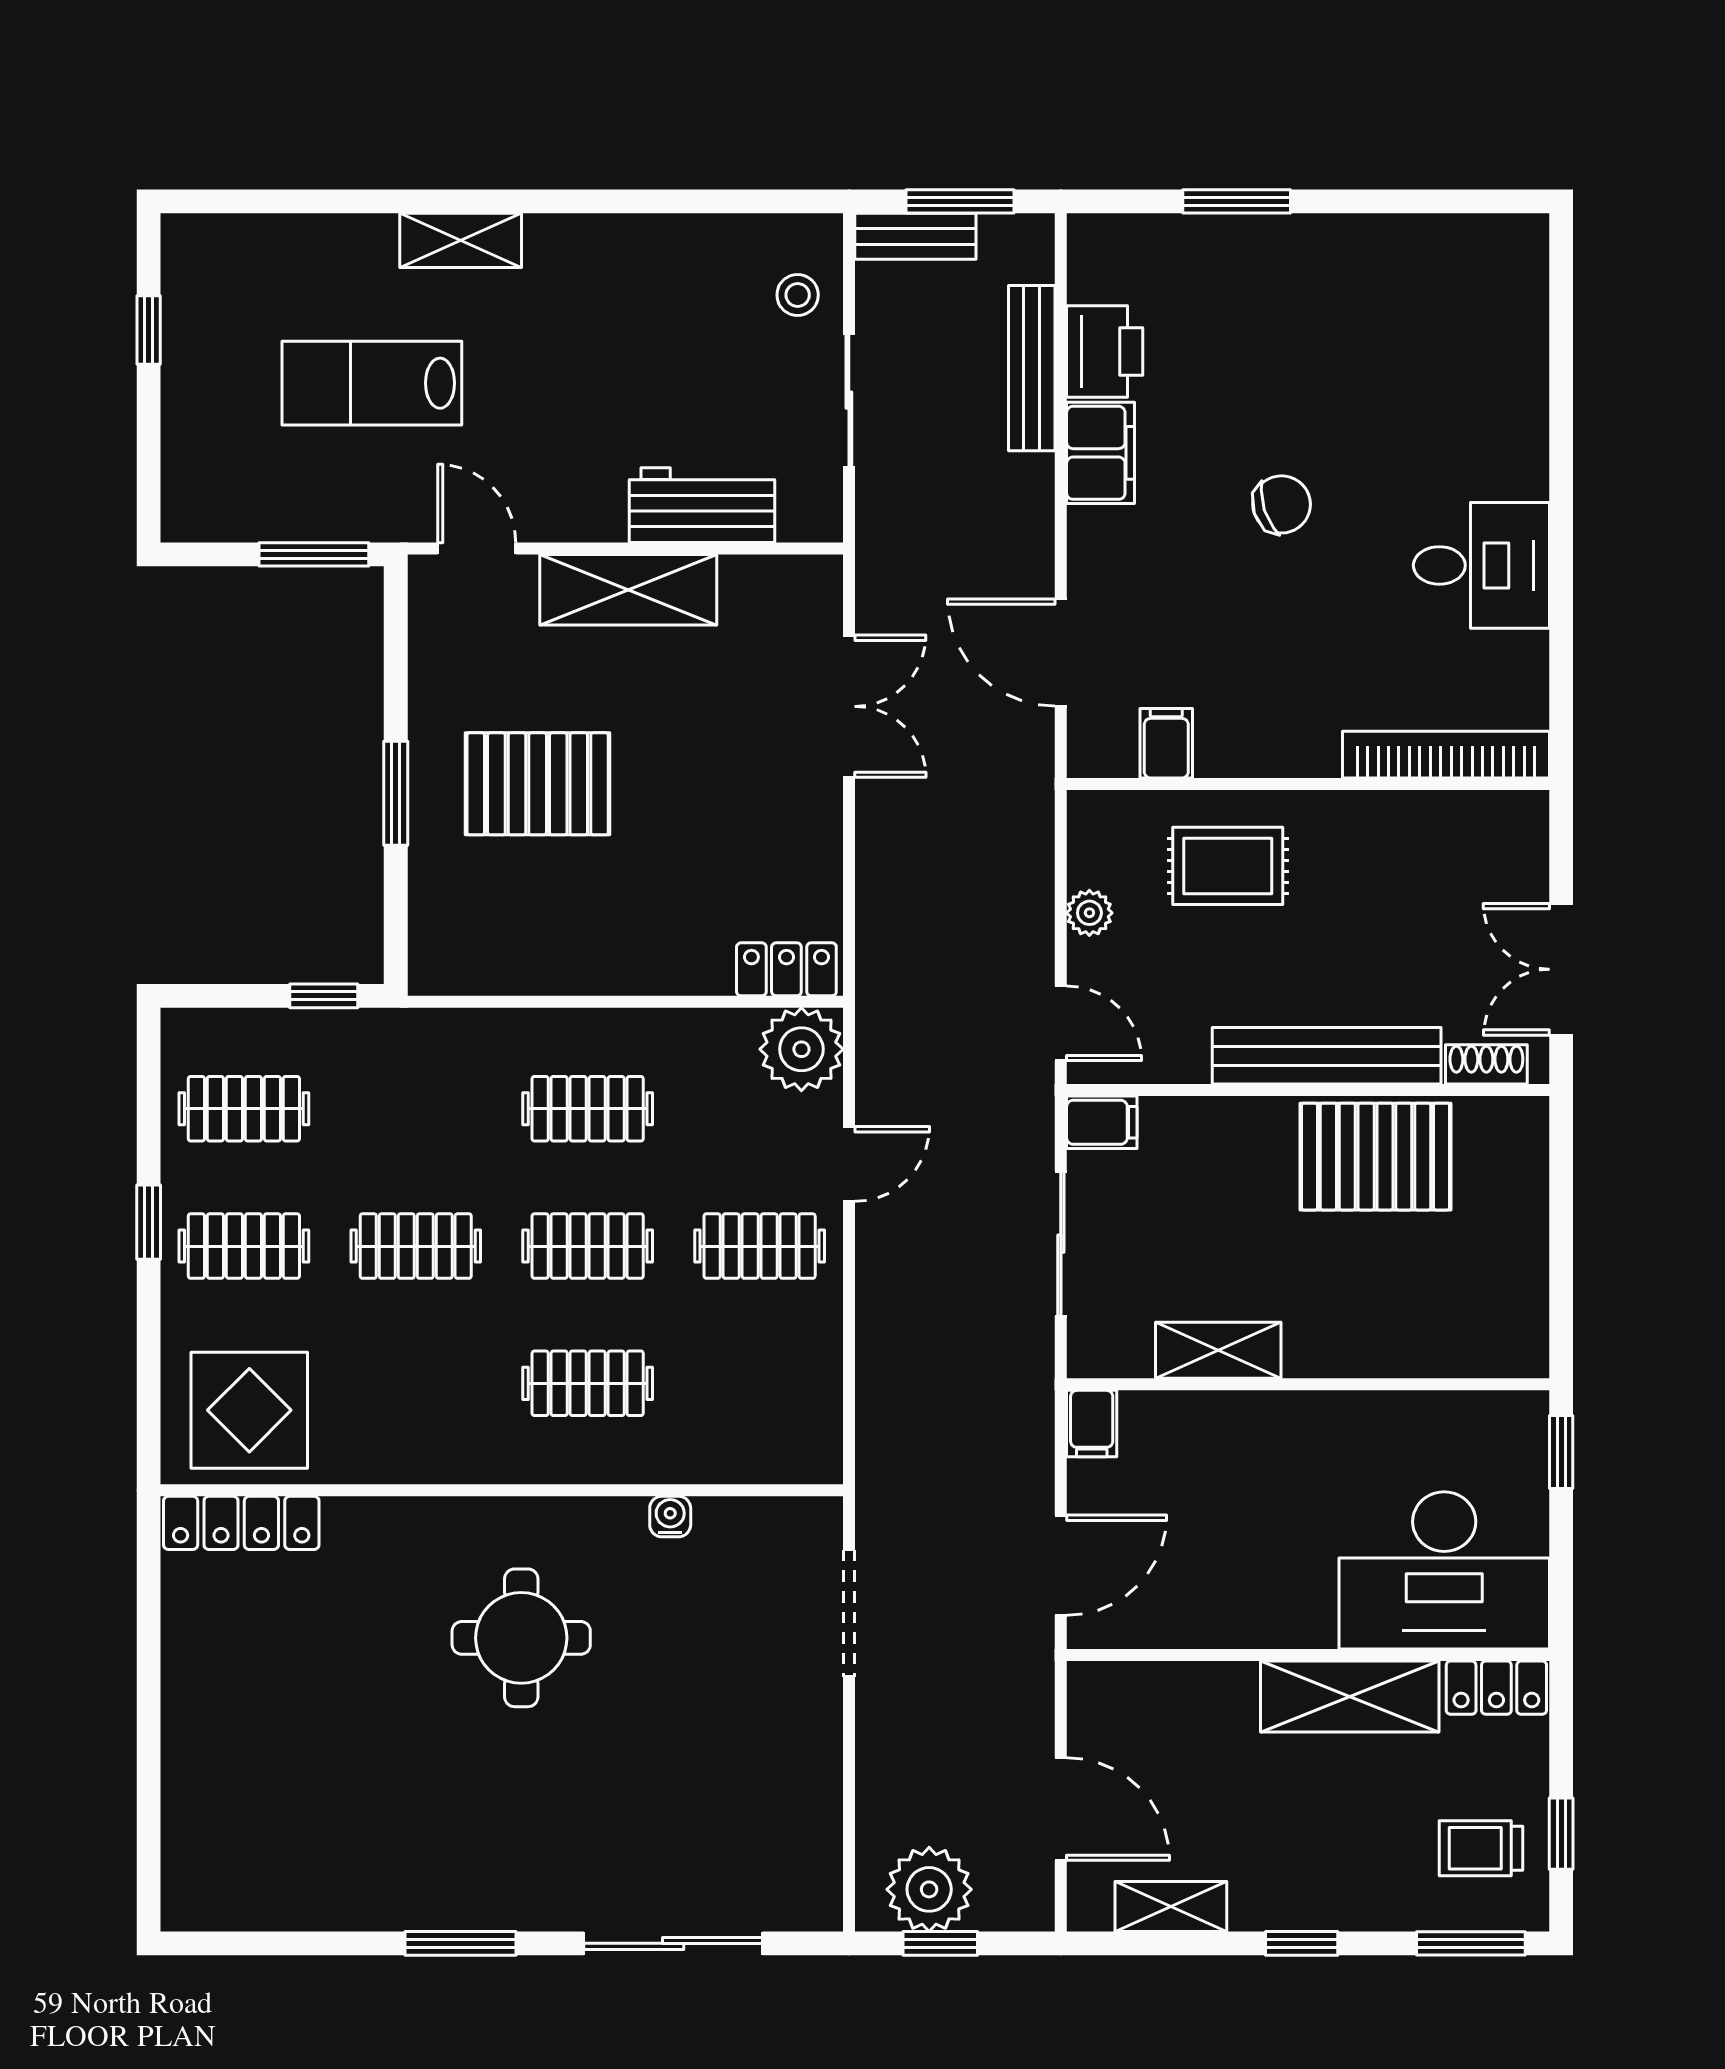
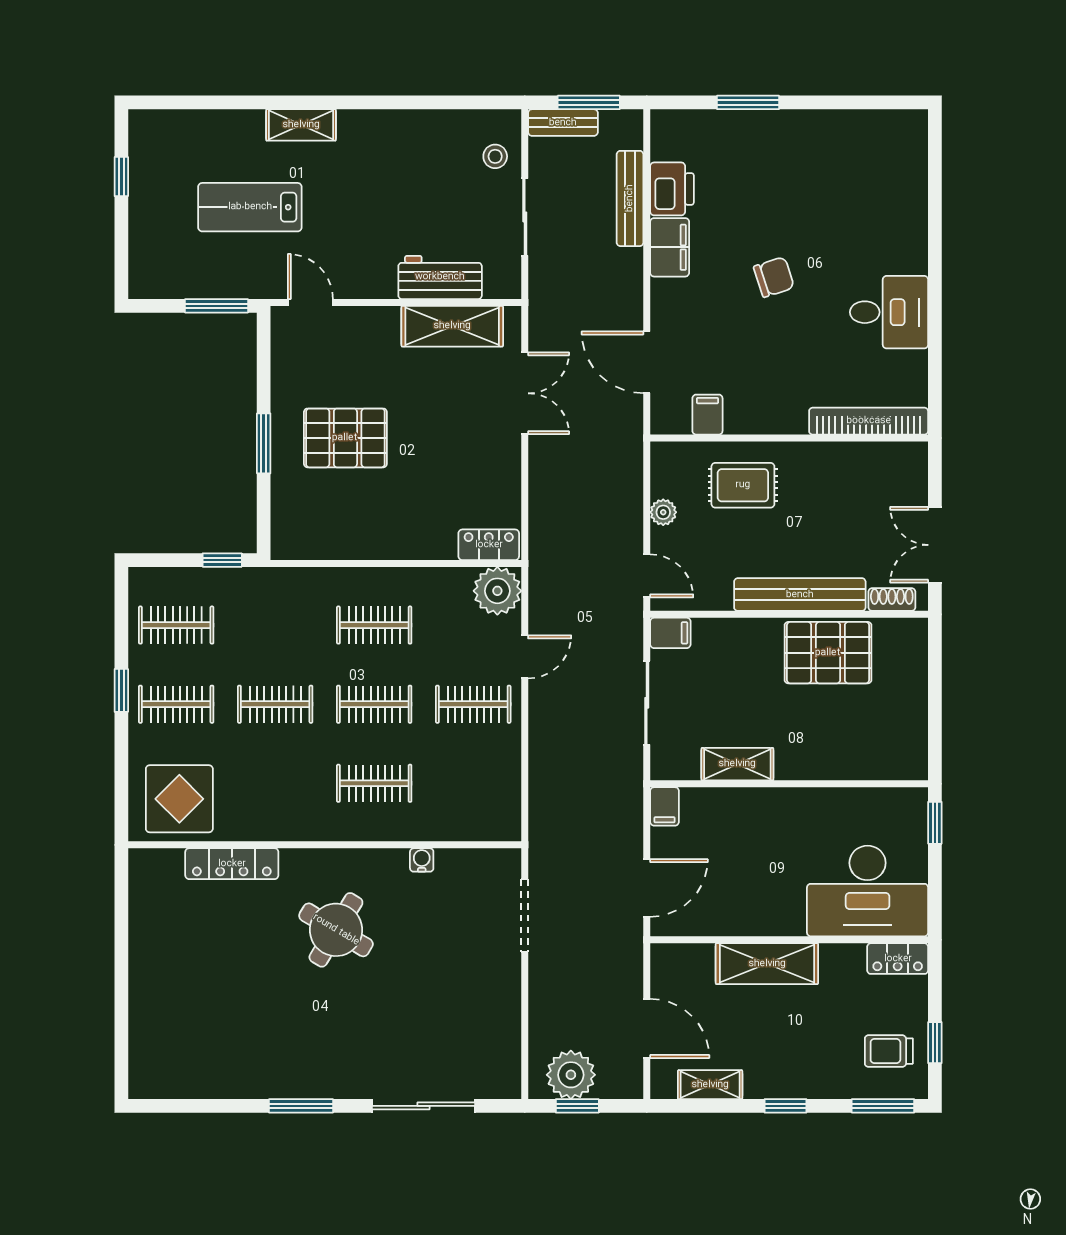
shelving: (628, 590) -> (452, 326), moved
locker: (241, 1523) -> (232, 864), moved
round table: (521, 1638) -> (336, 930), turned 31
shelving: (1350, 1697) -> (767, 964), moved

